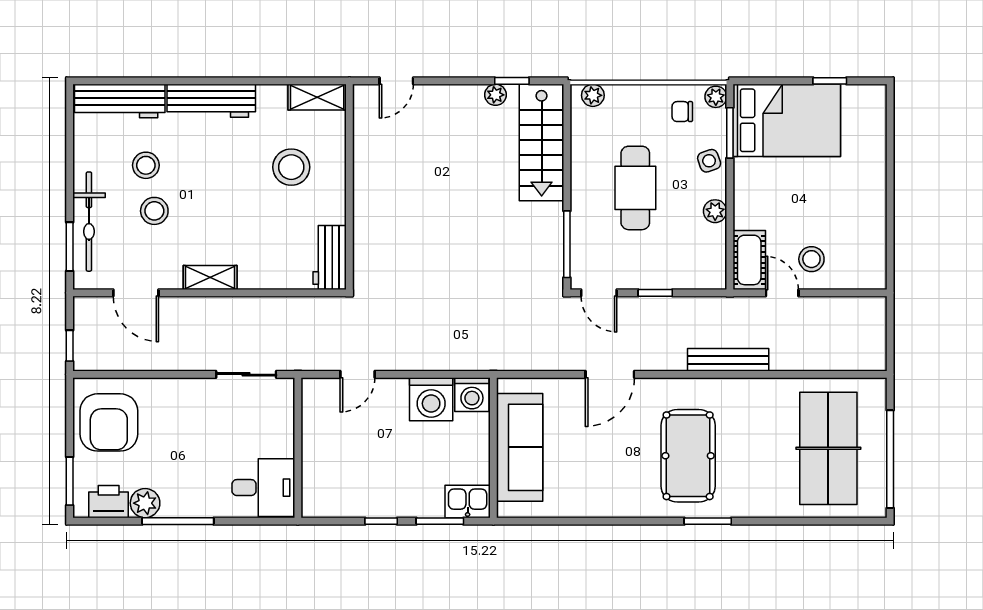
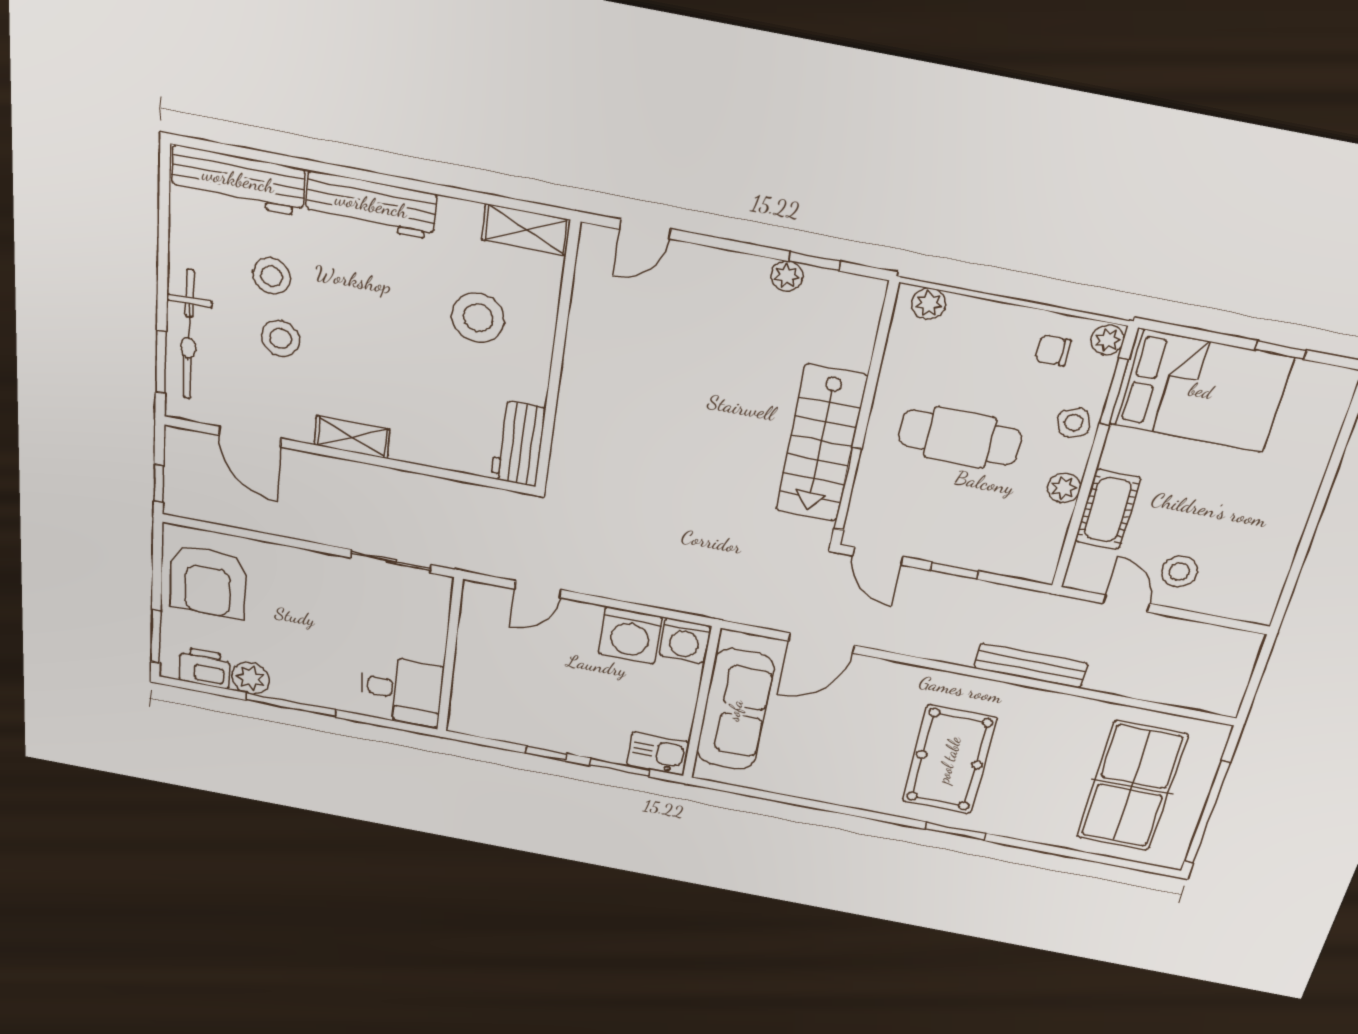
stairs: (542, 142) -> (821, 444), moved
cafe table: (635, 188) -> (960, 437), turned 90
cot: (749, 260) -> (1108, 510), moved
door: (610, 374) -> (821, 643), moved

